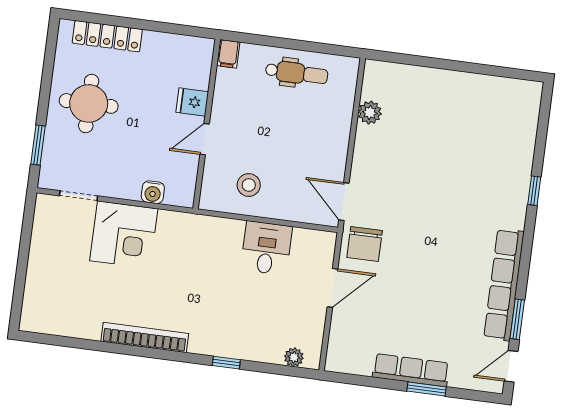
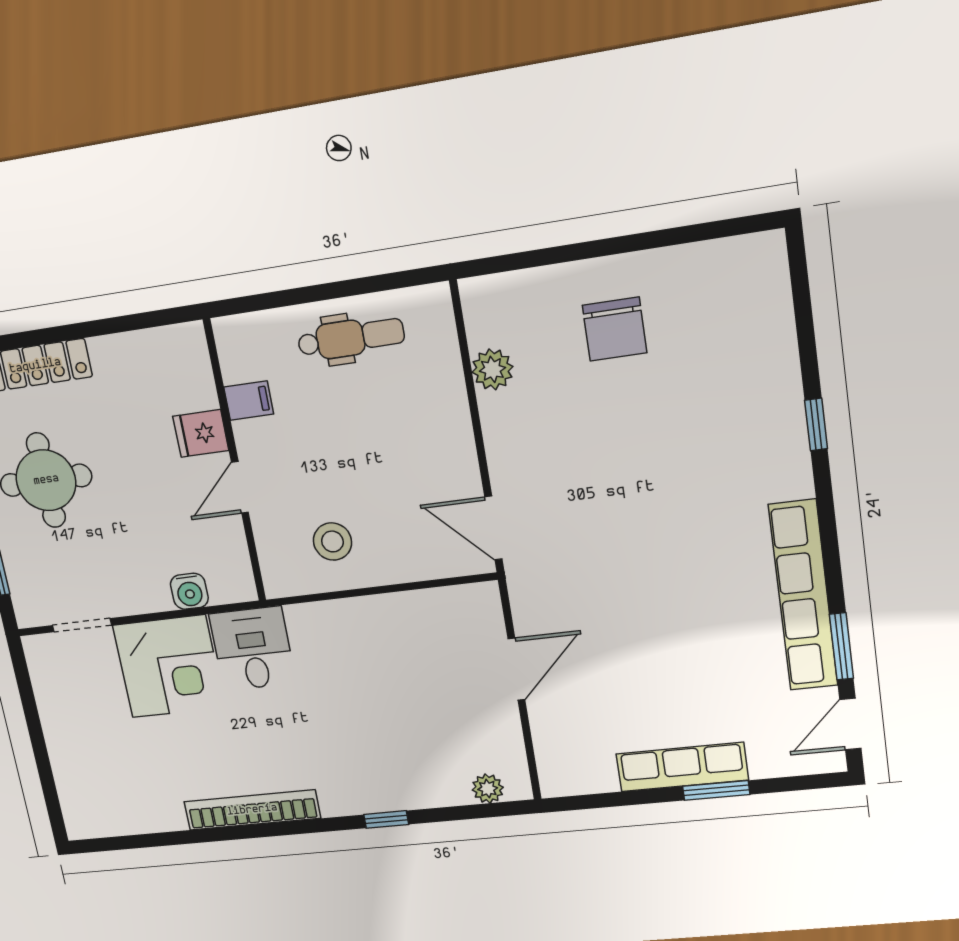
filing cabinet: (228, 54) -> (249, 401), moved, turned -90
chair: (365, 244) -> (615, 329), moved
desk: (266, 248) -> (252, 649), moved

